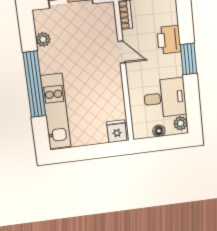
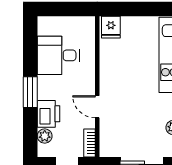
plant: (181, 123) -> (45, 136), moved
floor lamp: (159, 131) -> (68, 22), removed

